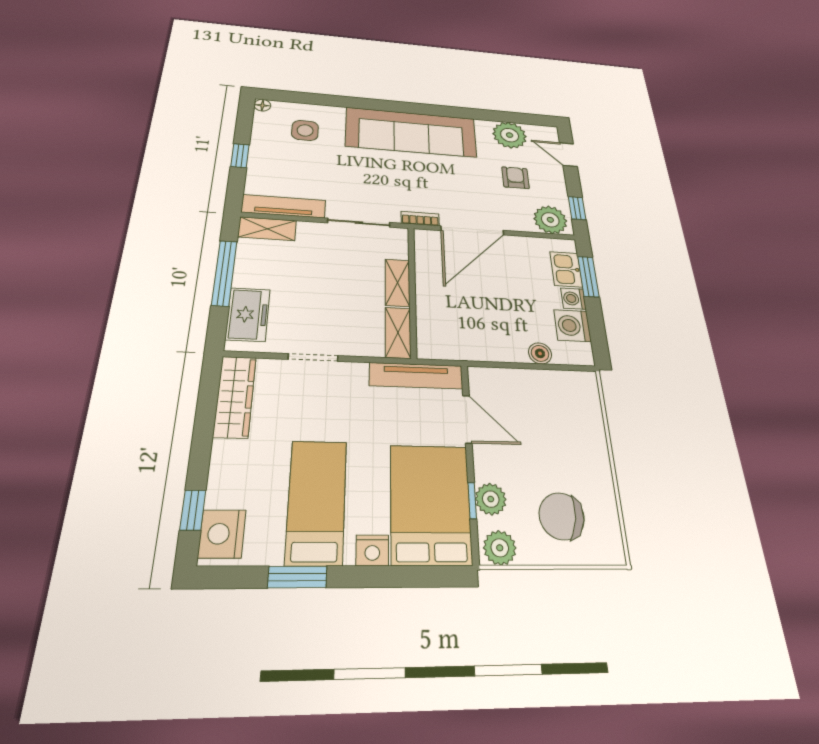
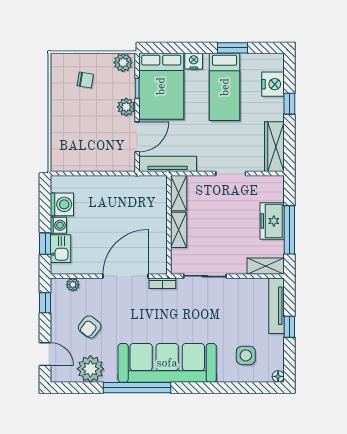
window: (449, 112) -> (137, 388), added
armchair: (515, 178) -> (90, 327), turned 38
tv unit: (284, 206) -> (276, 306), moved, turned 90
plant: (550, 220) -> (73, 285), width x0.53, depth x0.53
window: (588, 277) -> (45, 244), width x0.67
freezer: (248, 314) -> (272, 221), moved
boiler: (540, 353) -> (87, 183), removed
door: (467, 419) -> (137, 137), swing flipped
plant: (491, 499) -> (126, 107), moved
window: (193, 510) -> (289, 104), moved
chair: (562, 516) -> (85, 80), width x0.54, depth x0.54
nightstand: (222, 534) -> (273, 84), moved

